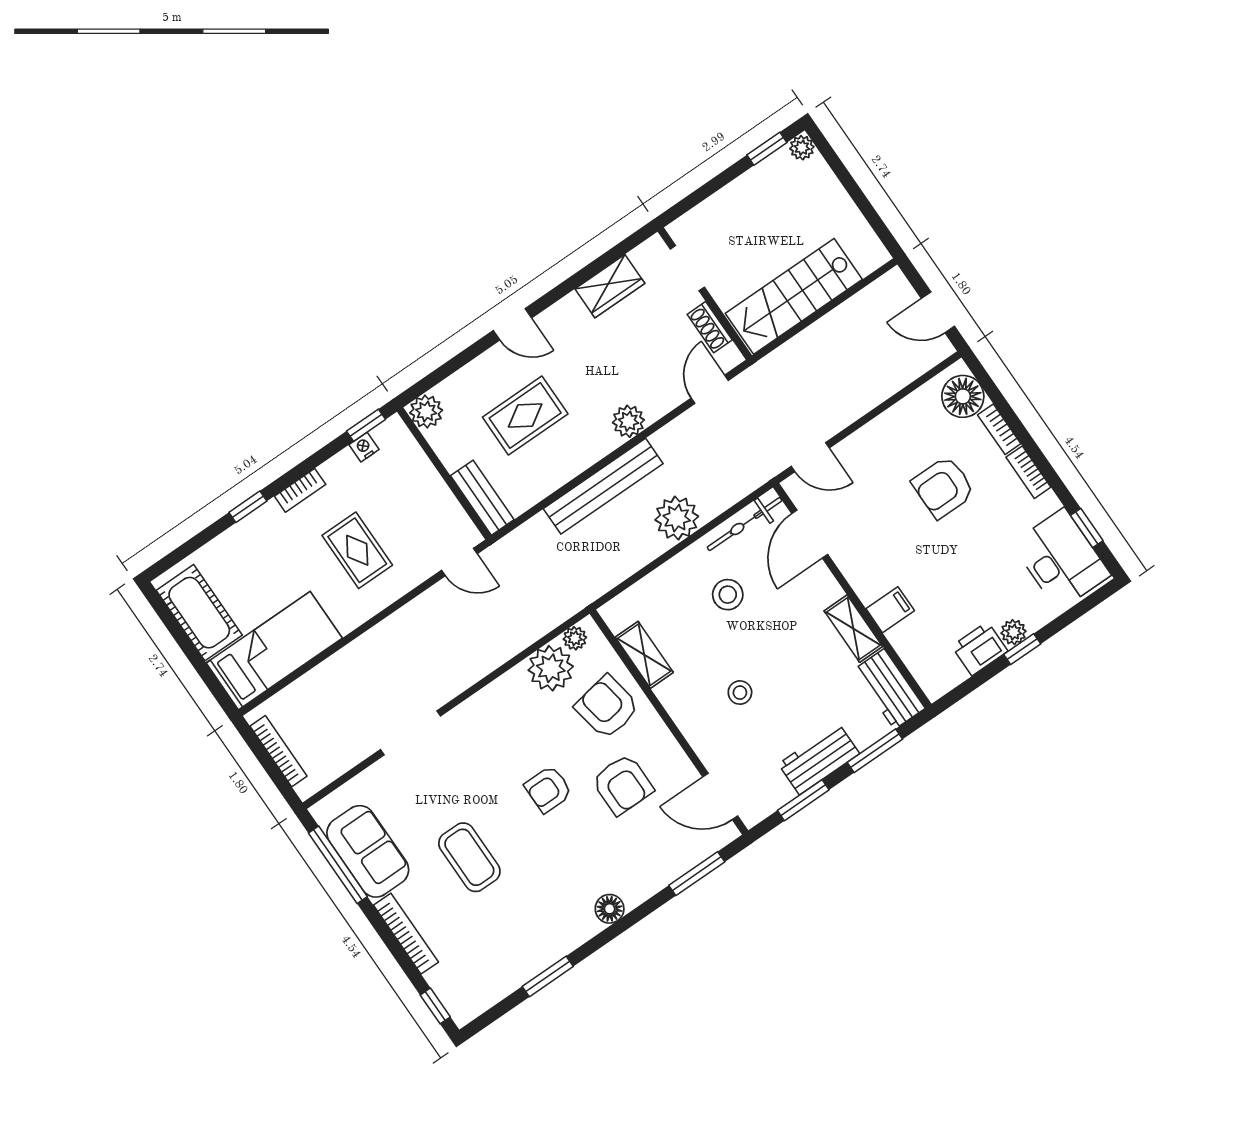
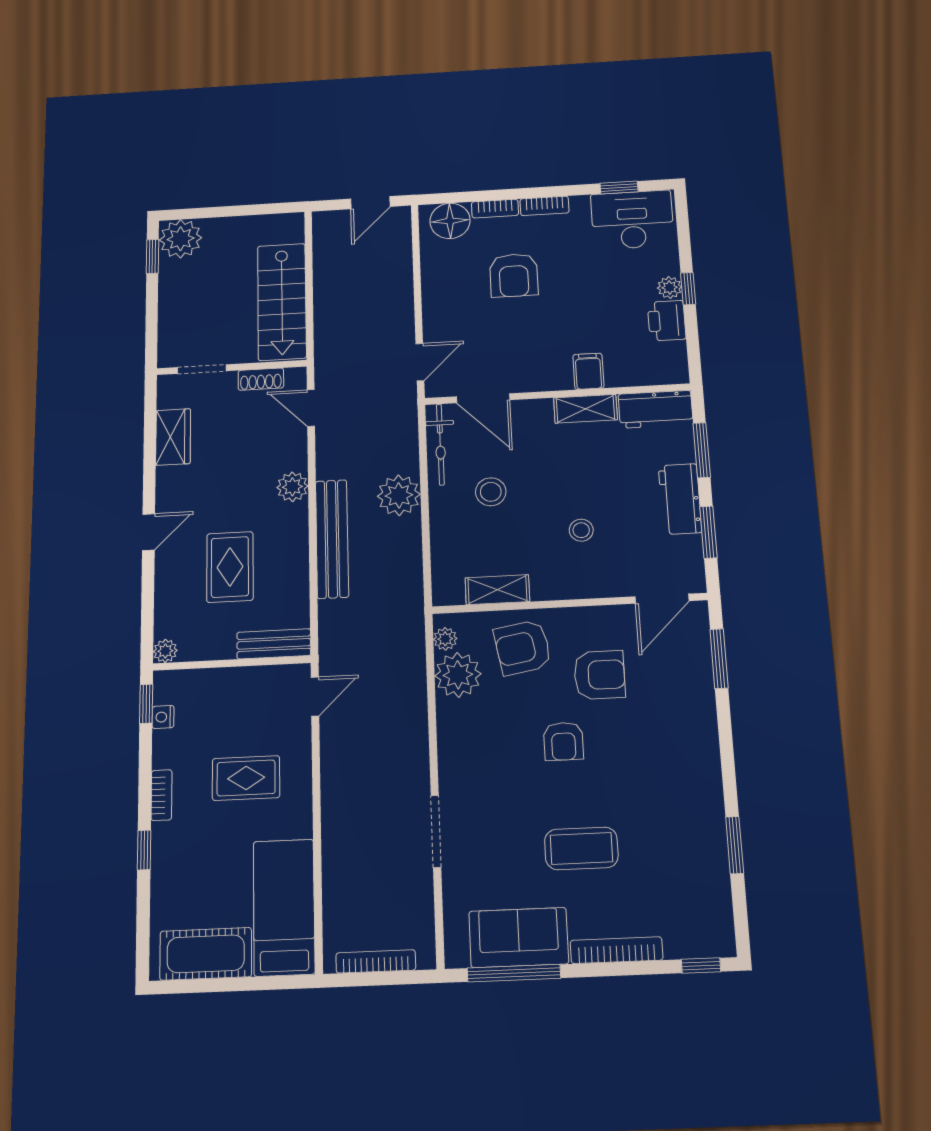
plant: (802, 148) -> (181, 239), width x1.87, depth x1.87
plant: (426, 412) -> (165, 651), width x0.73, depth x0.73
floor lamp: (610, 909) -> (705, 753), removed

